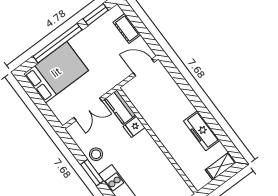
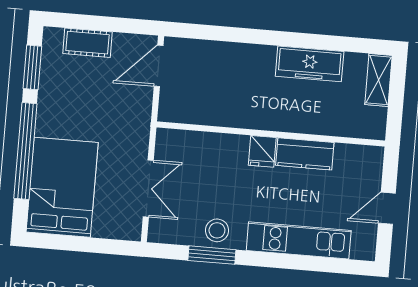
kitchen counter: (120, 107) -> (305, 154), moved
fridge: (134, 127) -> (262, 151), moved
window: (92, 173) -> (212, 255), moved

